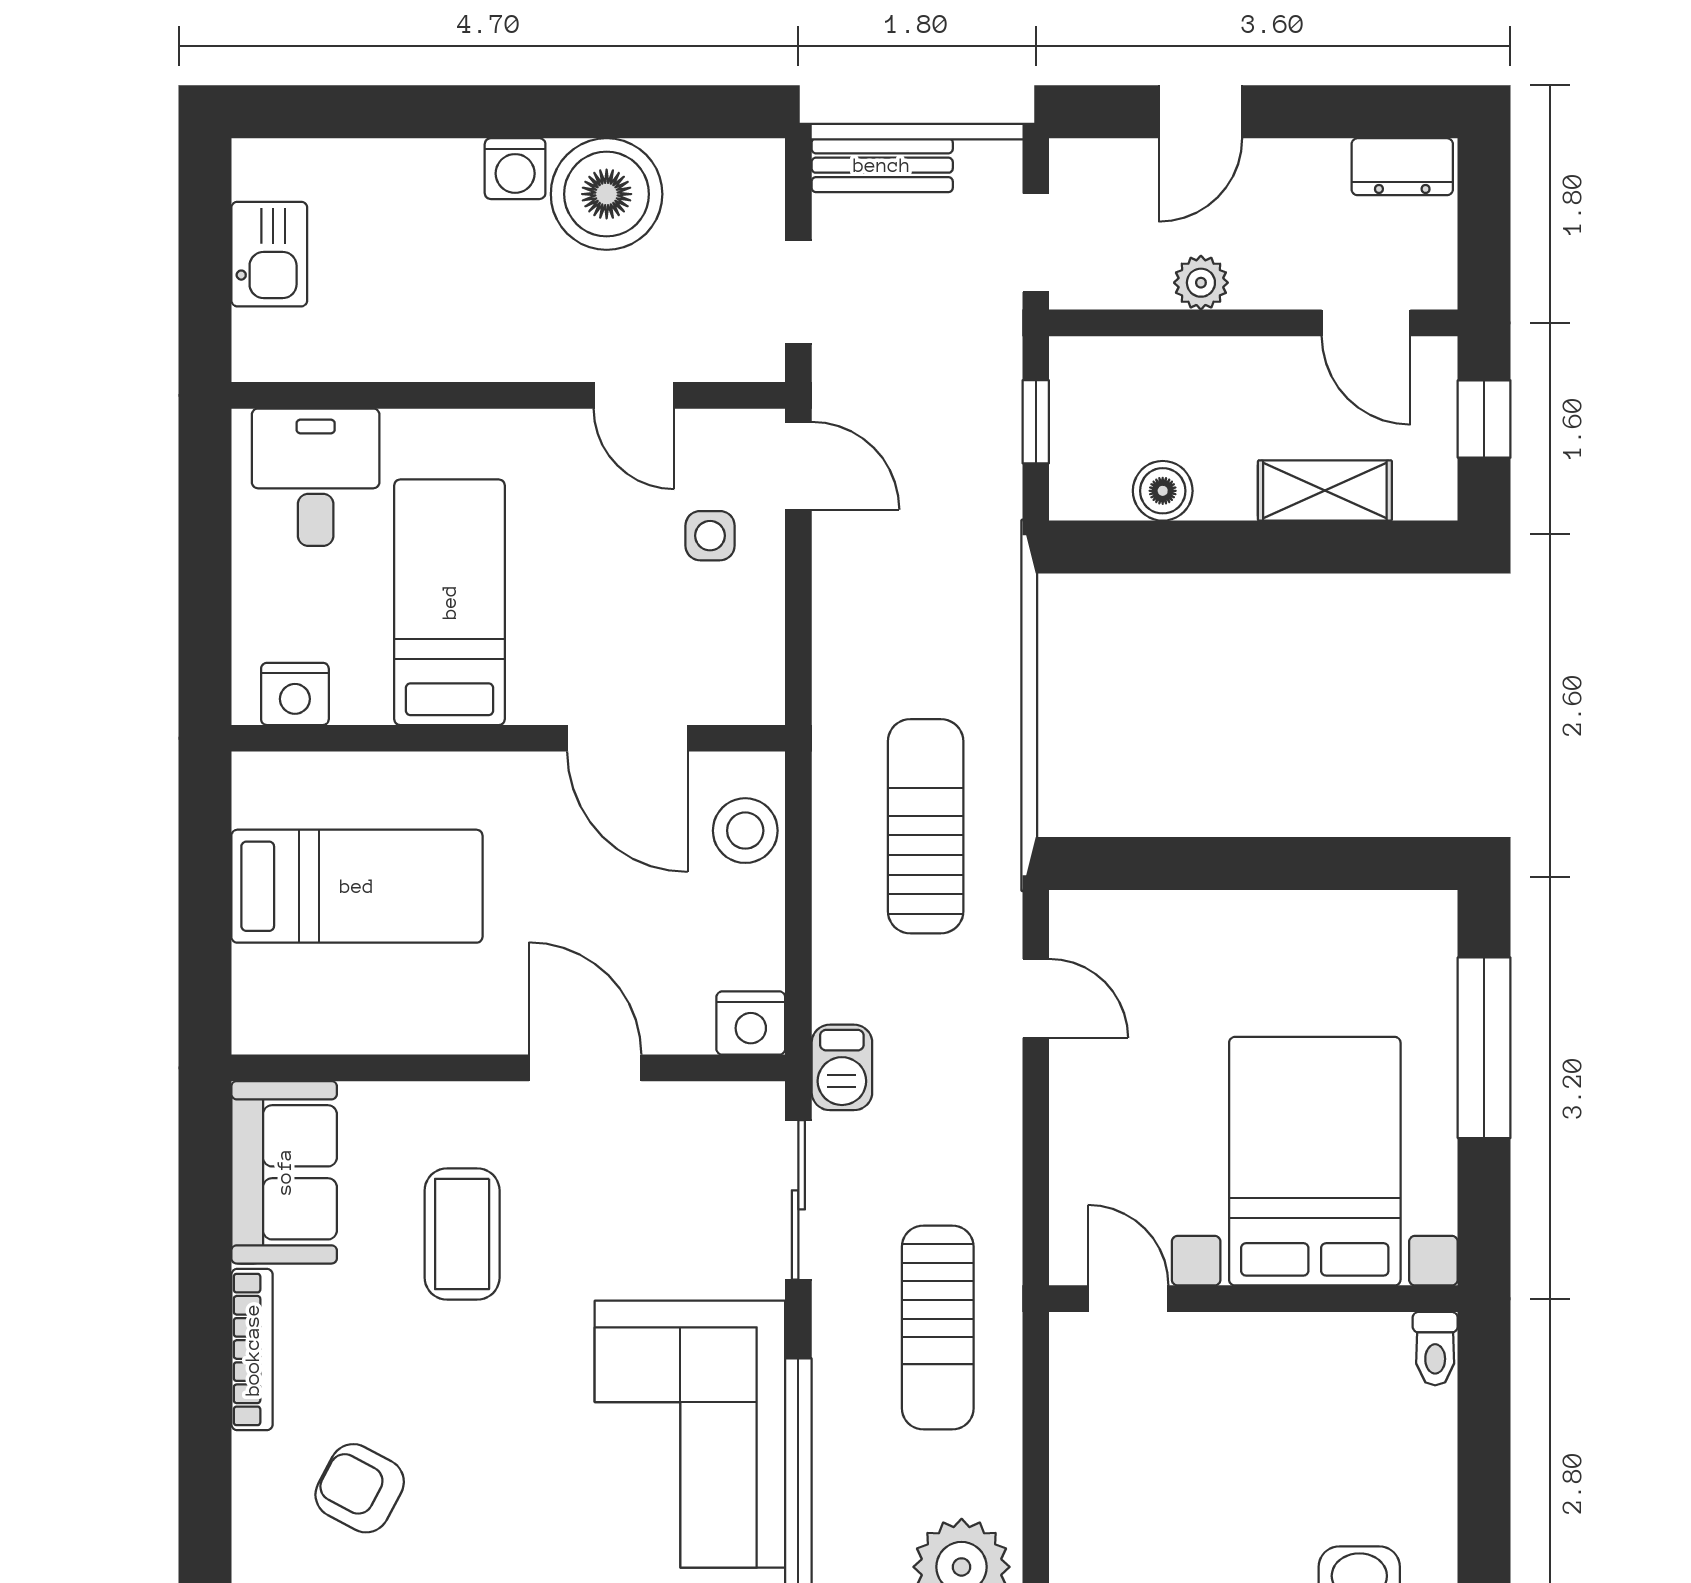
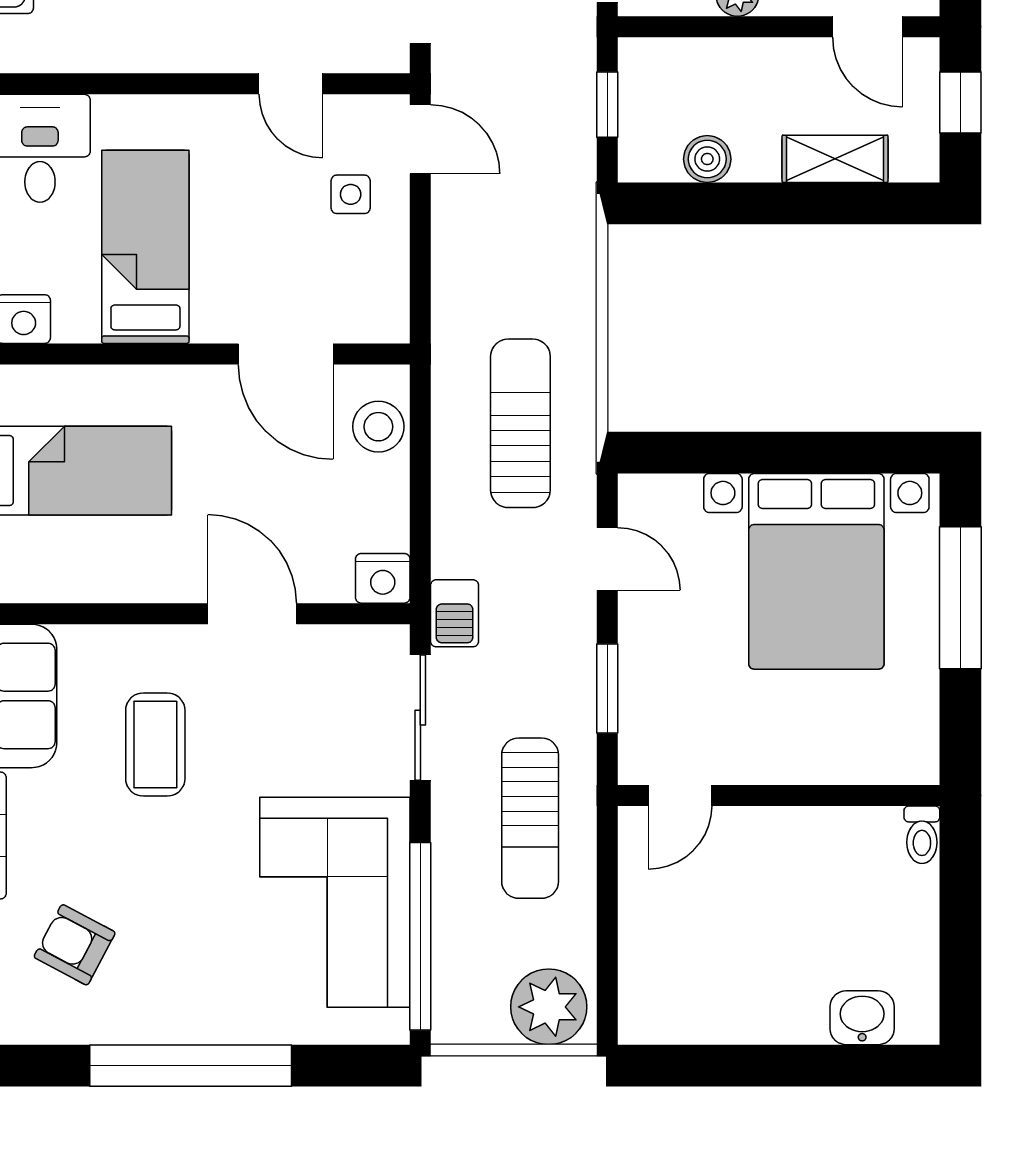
bed with nightstands: (1315, 1161) -> (816, 571), moved, turned 180
window: (1036, 1163) -> (607, 688), added
door: (1128, 1299) -> (680, 795), swing flipped

